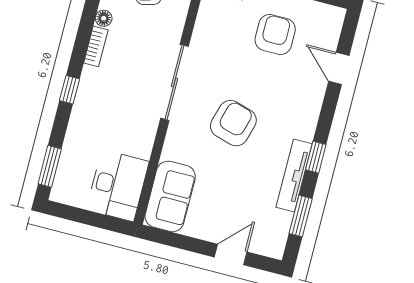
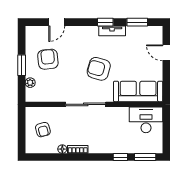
armchair: (275, 35) -> (48, 59), turned 84
window: (70, 90) -> (120, 157), moved
tv unit: (294, 175) -> (112, 31), width x0.71
sofa: (170, 196) -> (138, 91), width x1.36

